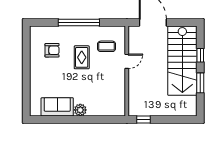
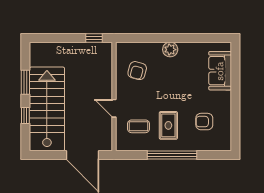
rug: (82, 57) -> (168, 125), moved
door: (127, 61) -> (114, 108), hinge flipped
armchair: (108, 92) -> (137, 71), added
sofa: (57, 107) -> (220, 71), moved, turned 90

